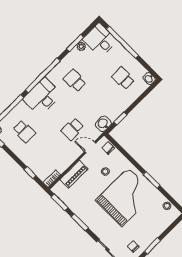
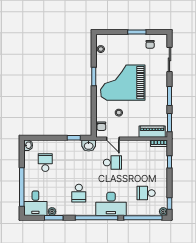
school desk: (123, 78) -> (45, 163), turned 180
school desk: (24, 131) -> (146, 193), turned -90
piano: (74, 174) -> (152, 132), moved

